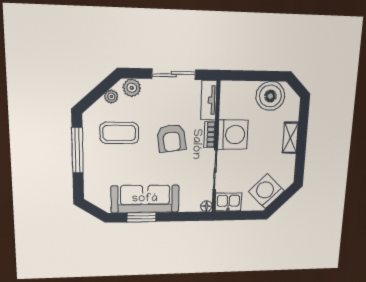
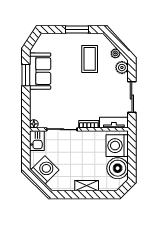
washing machine: (233, 135) -> (117, 146), moved, turned 90
armchair: (171, 138) -> (86, 96), removed
window: (78, 150) -> (77, 29), width x0.69
sofa: (145, 199) -> (40, 71), width x0.73

